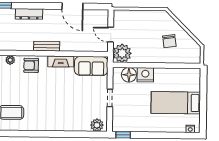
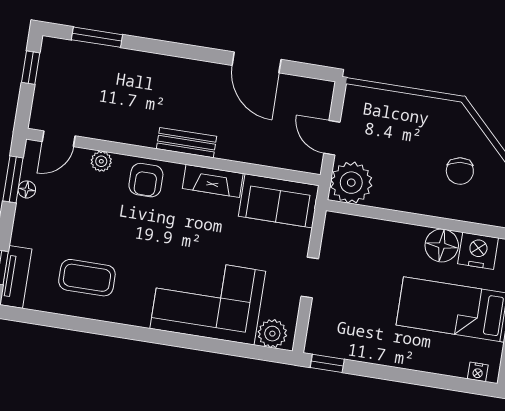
dresser: (29, 14) -> (158, 65), removed
armchair: (31, 65) -> (146, 180), turned -90
floor lamp: (129, 75) -> (442, 245), moved
nightstand: (145, 75) -> (478, 251), moved
corner sofa: (66, 114) -> (208, 300), added

